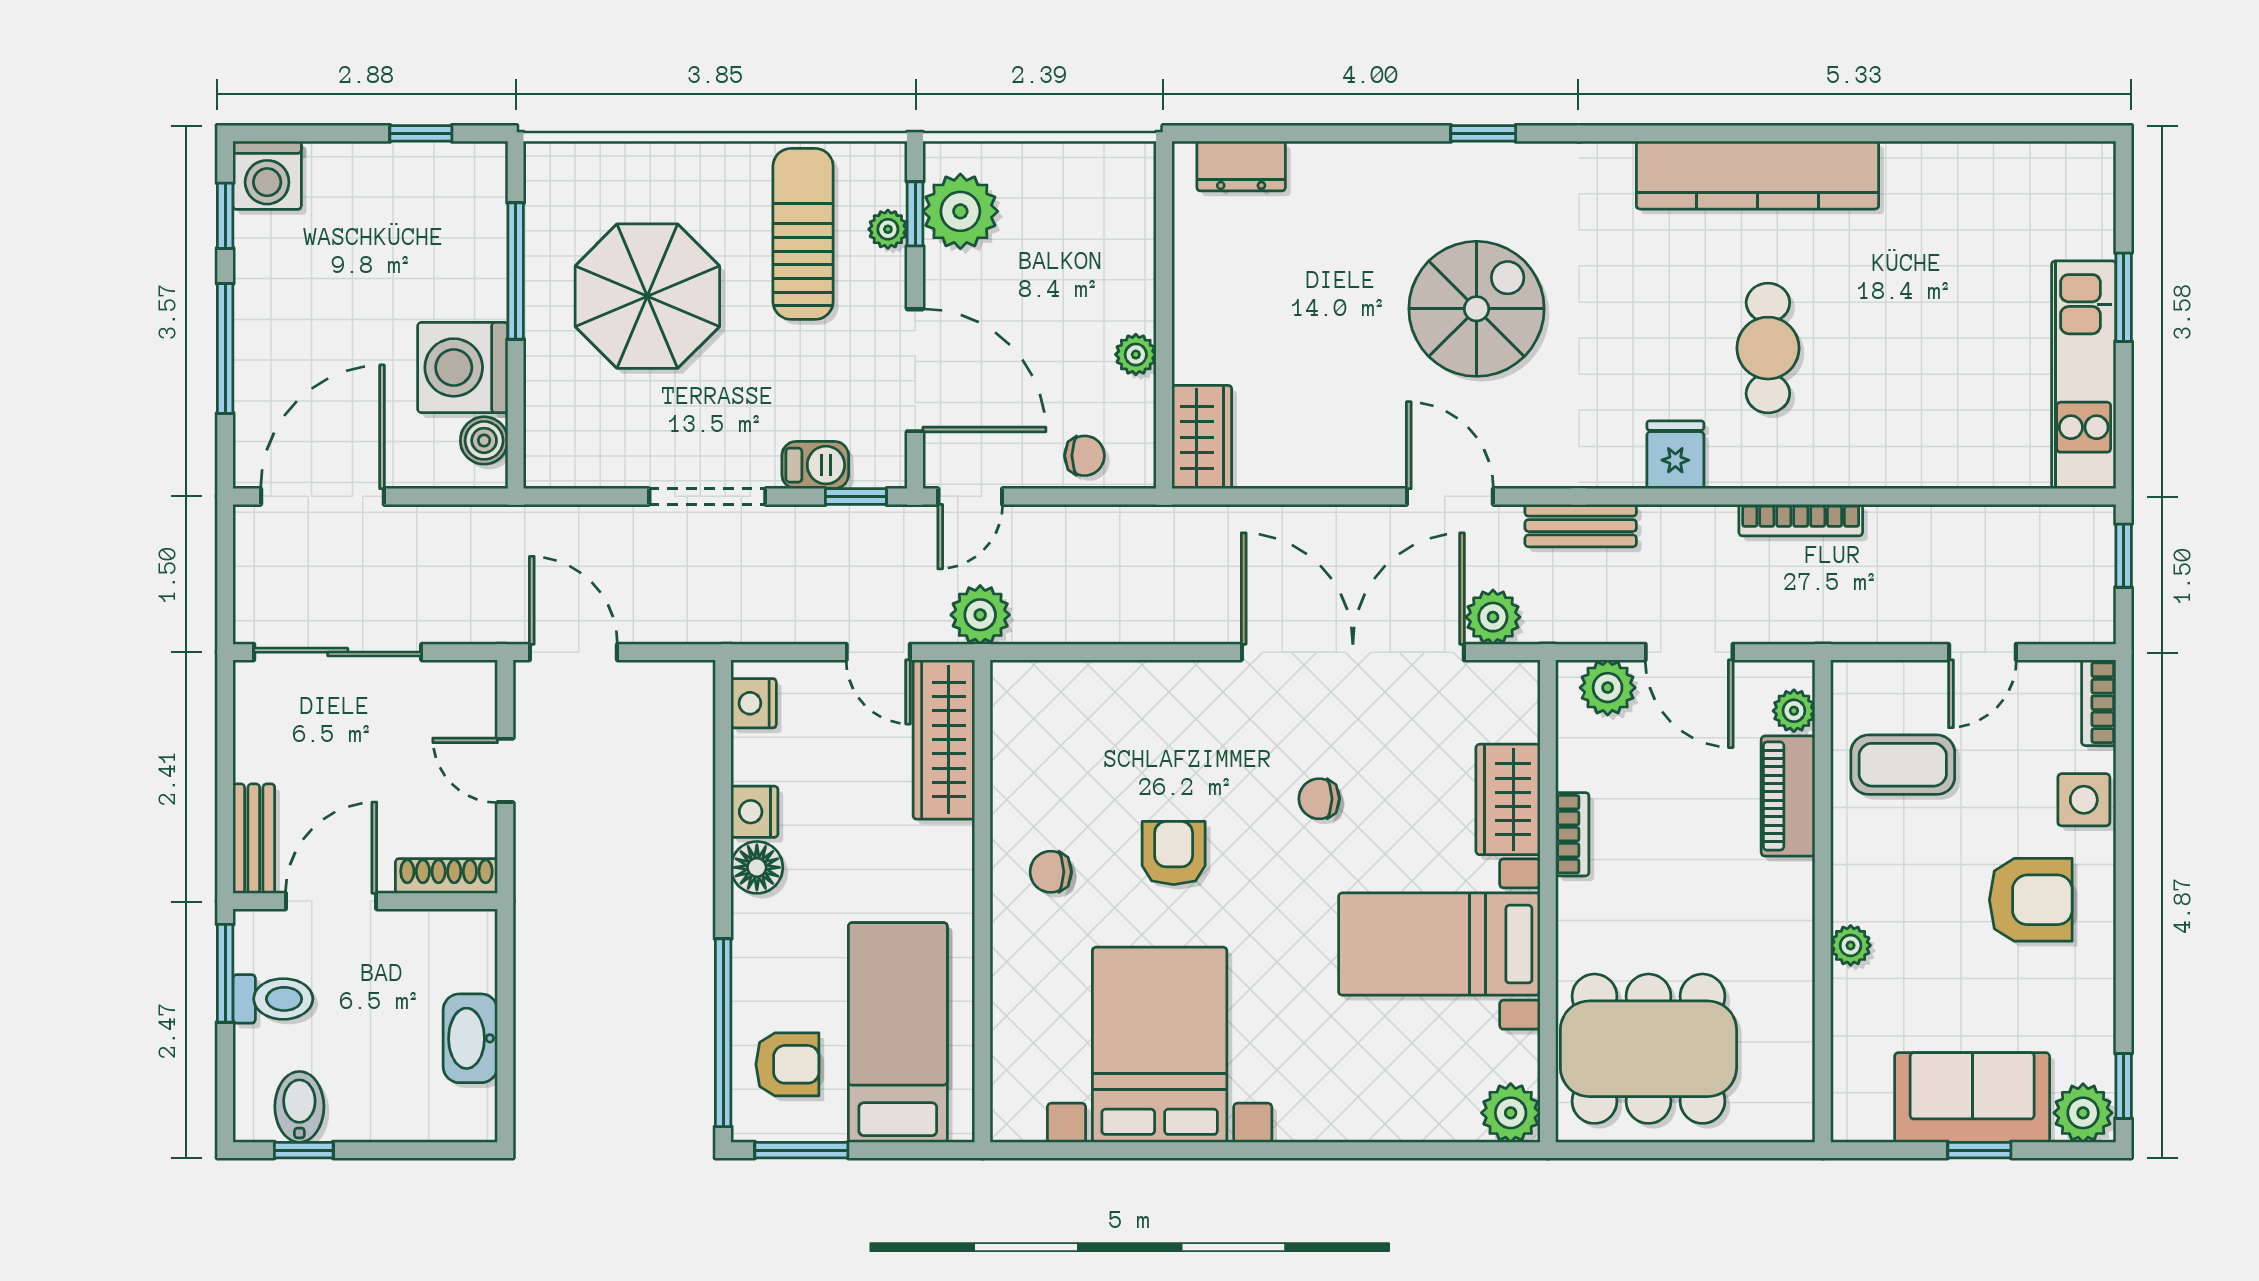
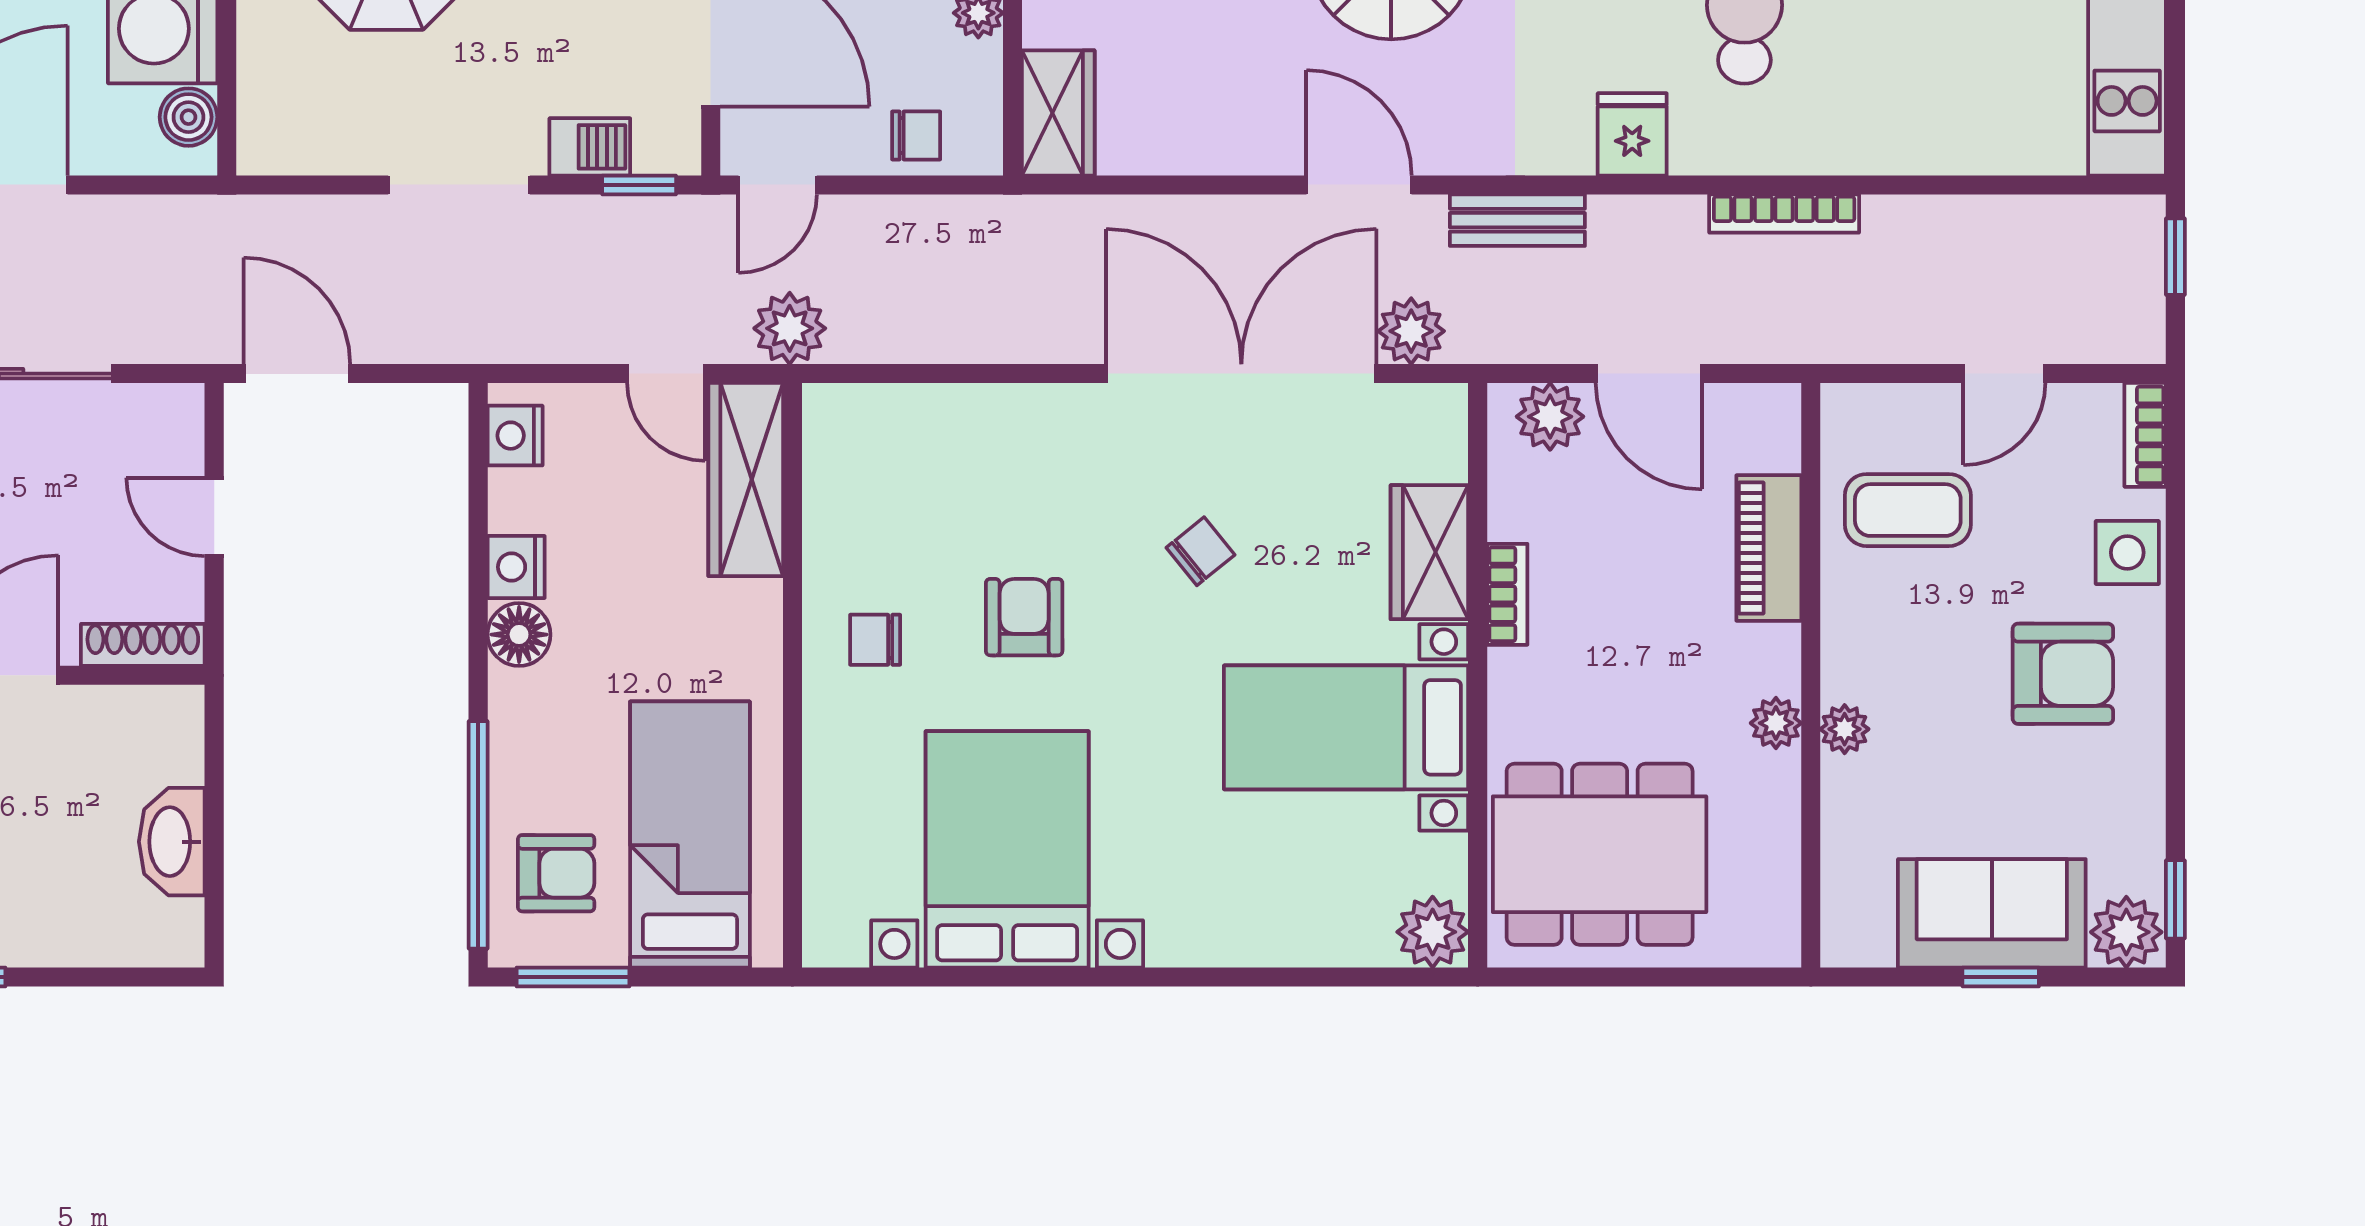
plant: (1794, 711) -> (1776, 723), moved
chair: (1319, 799) -> (1200, 551), turned 141

